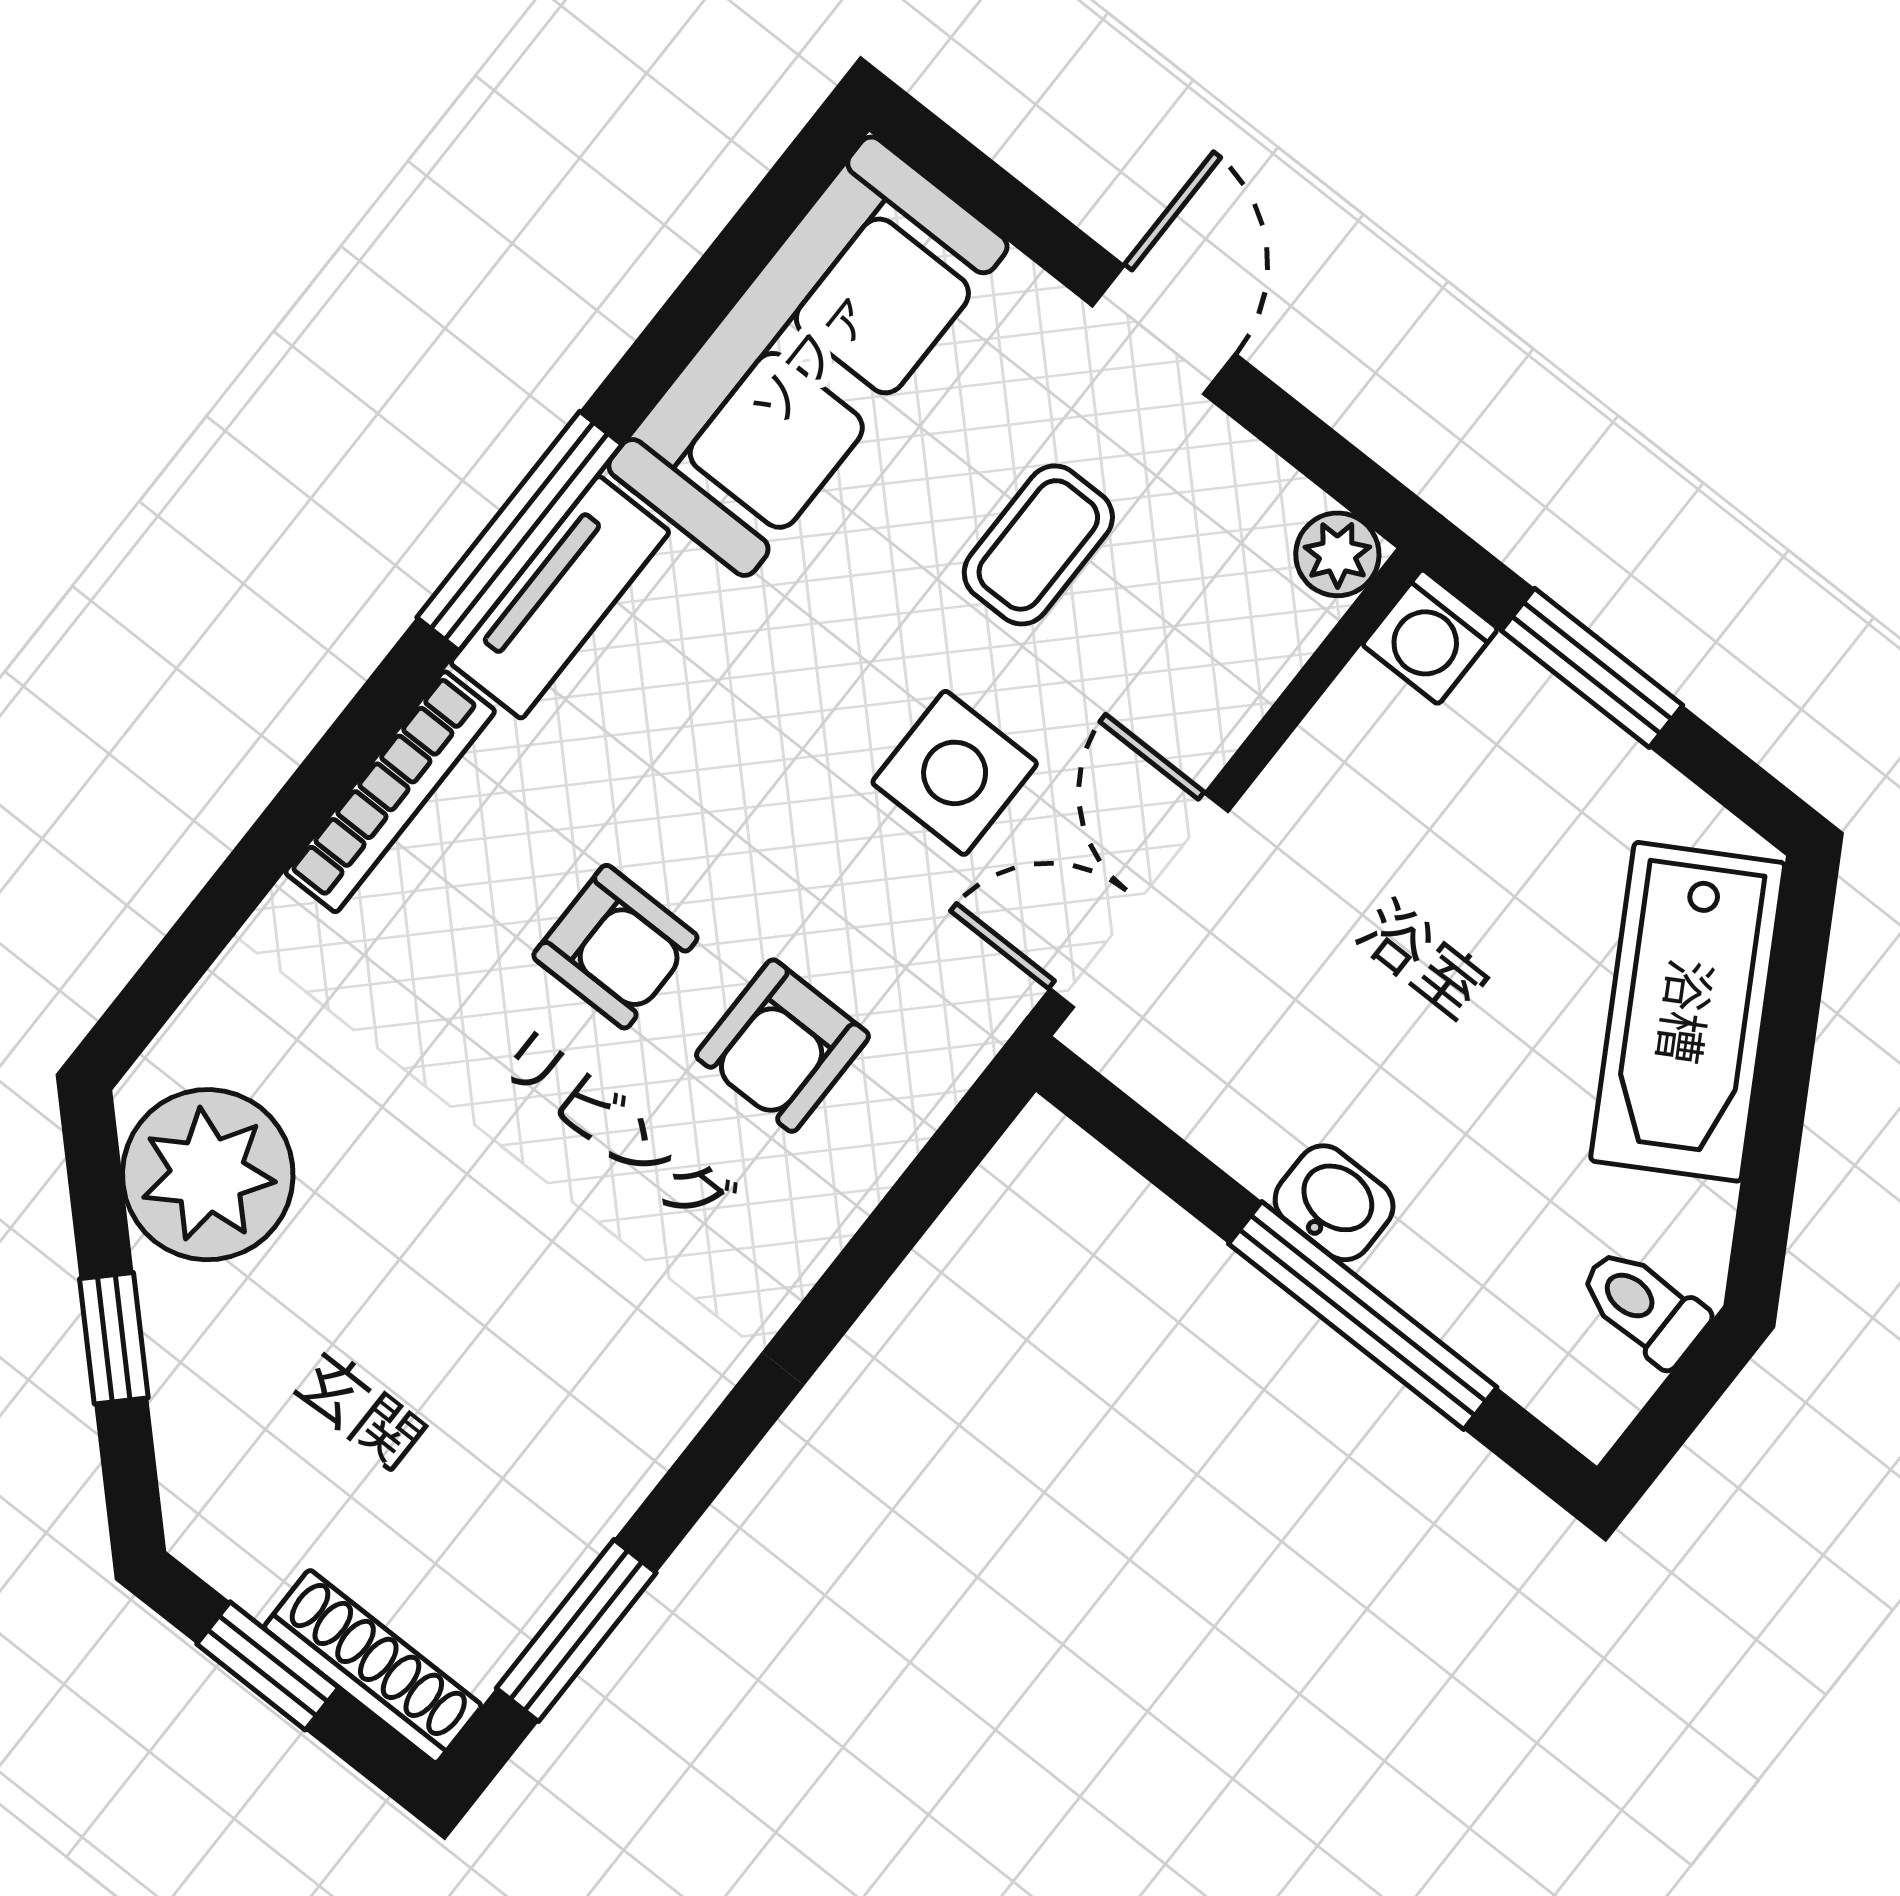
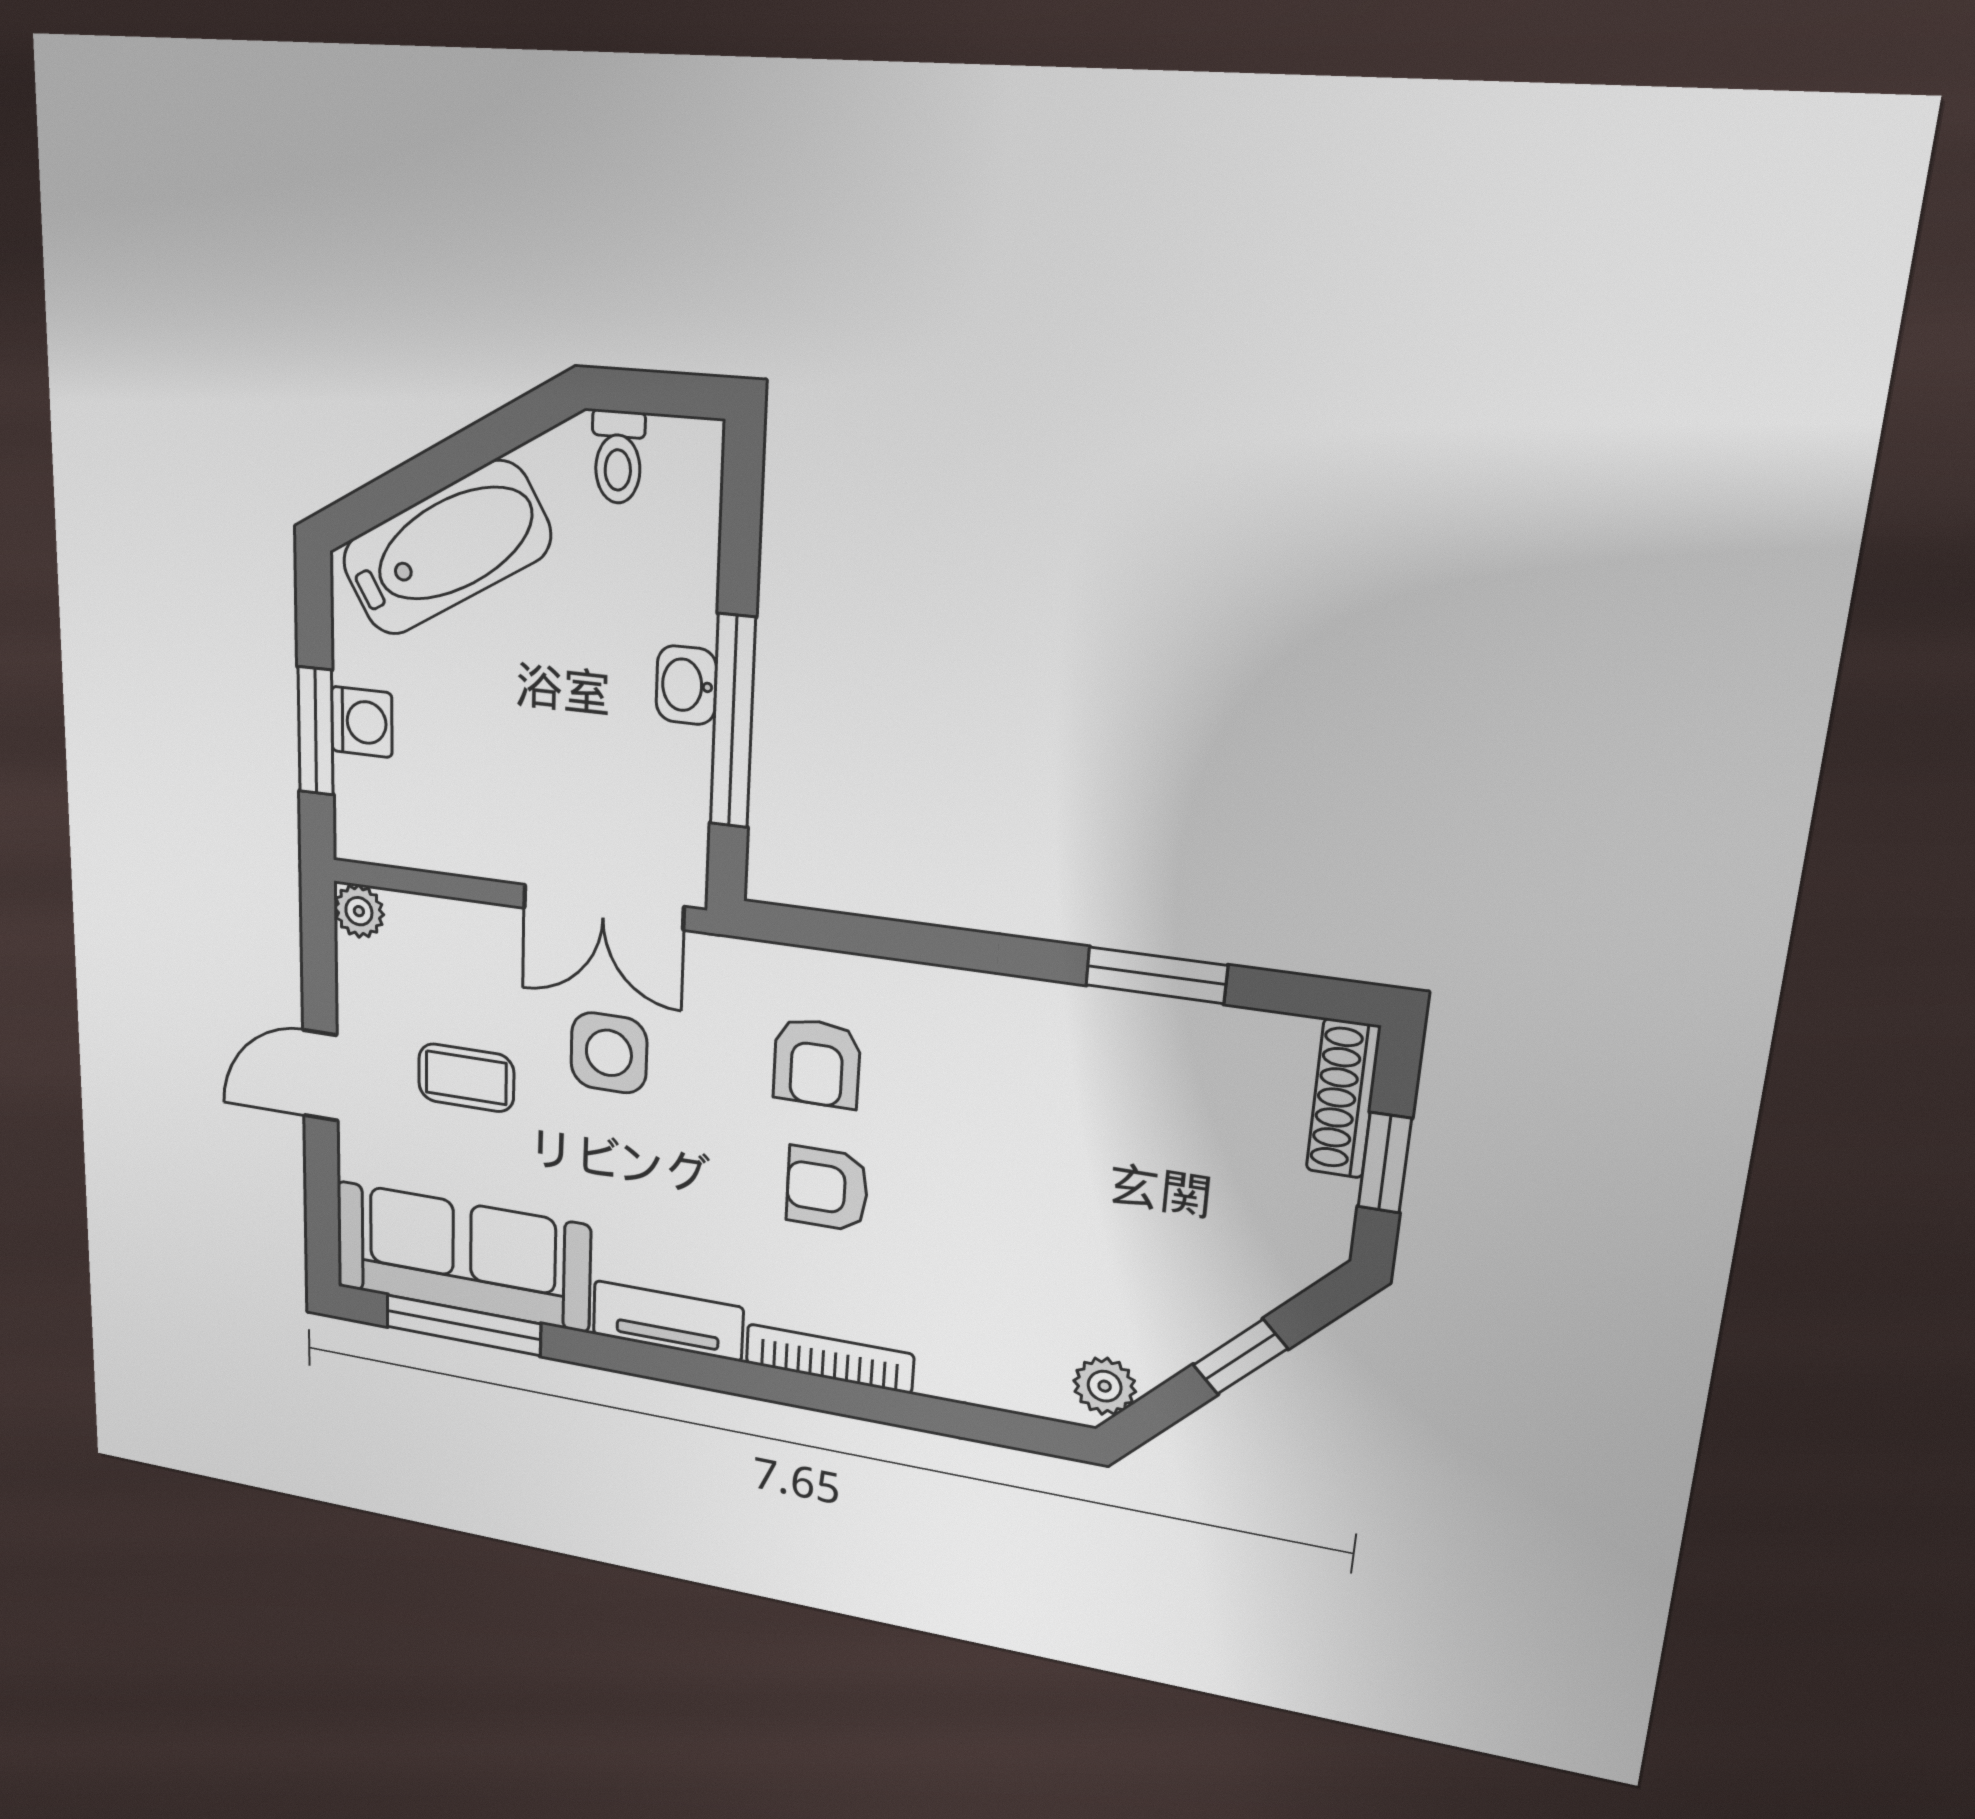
window: (519, 531) -> (463, 1325), moved
washing machine: (1430, 637) -> (362, 722), moved
armchair: (615, 947) -> (827, 1189), turned -90
armchair: (782, 1046) -> (817, 1063), turned 90
plant: (208, 1175) -> (1105, 1386), width x0.53, depth x0.53
window: (1363, 1316) -> (733, 722), moved
window: (576, 1631) -> (1156, 975), moved

